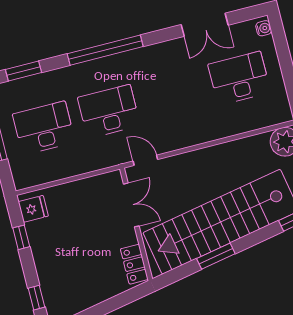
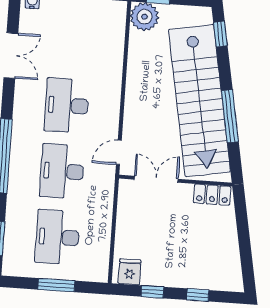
desk: (239, 78) -> (67, 105), moved
window: (216, 256) -> (230, 116), width x1.44
window: (37, 298) -> (198, 295), moved

